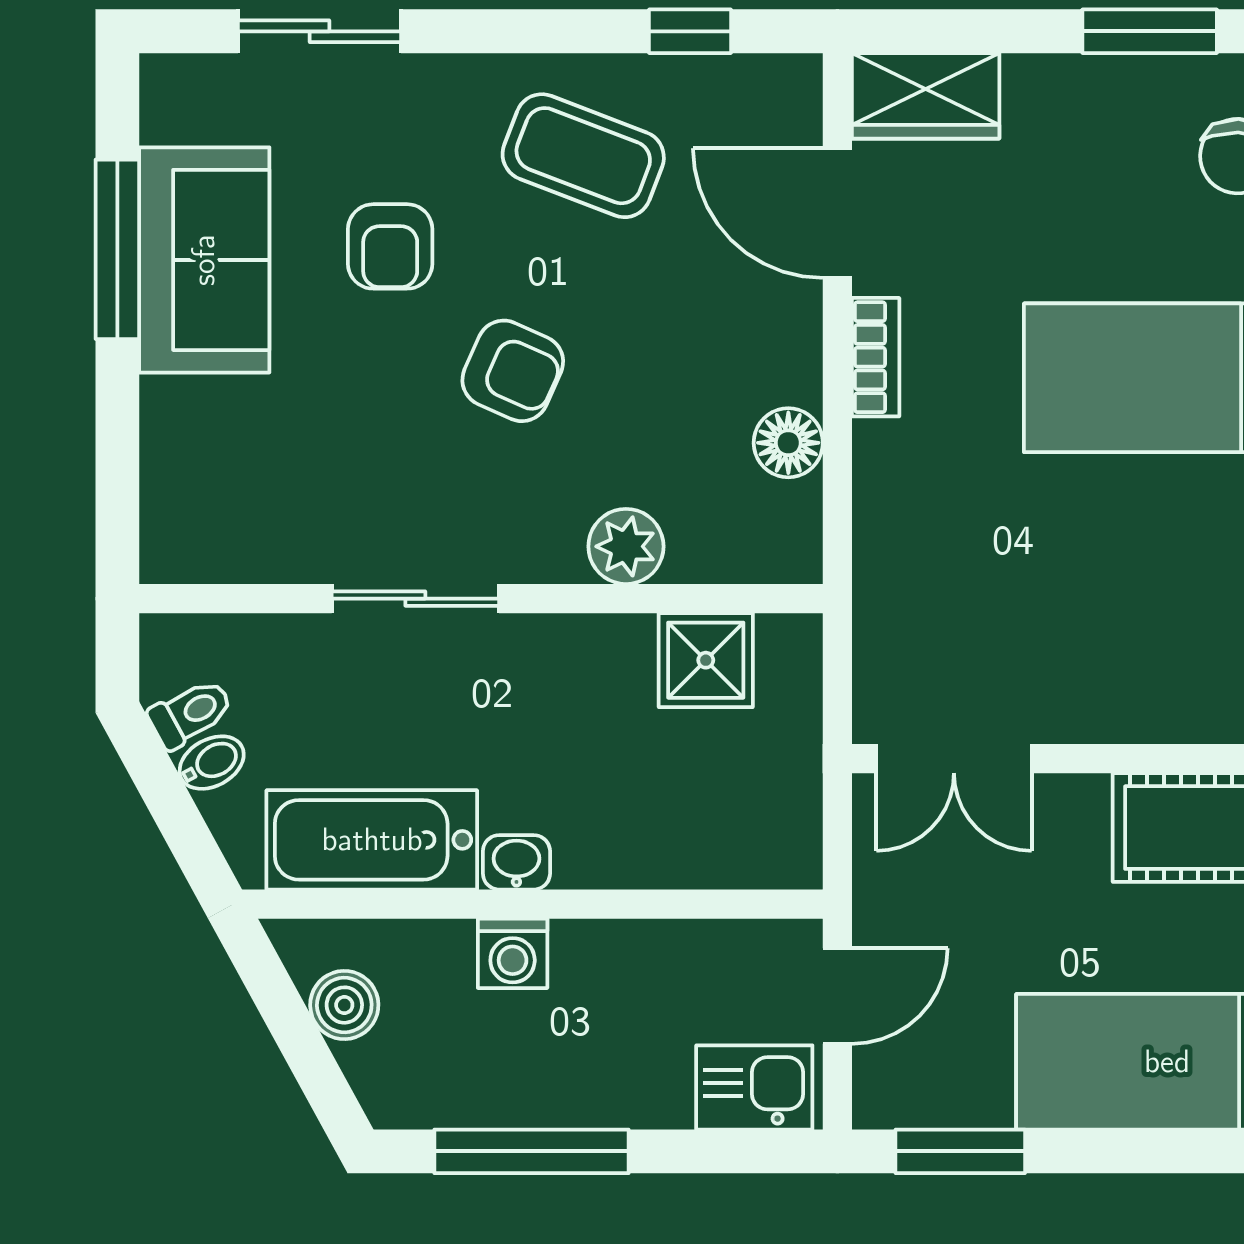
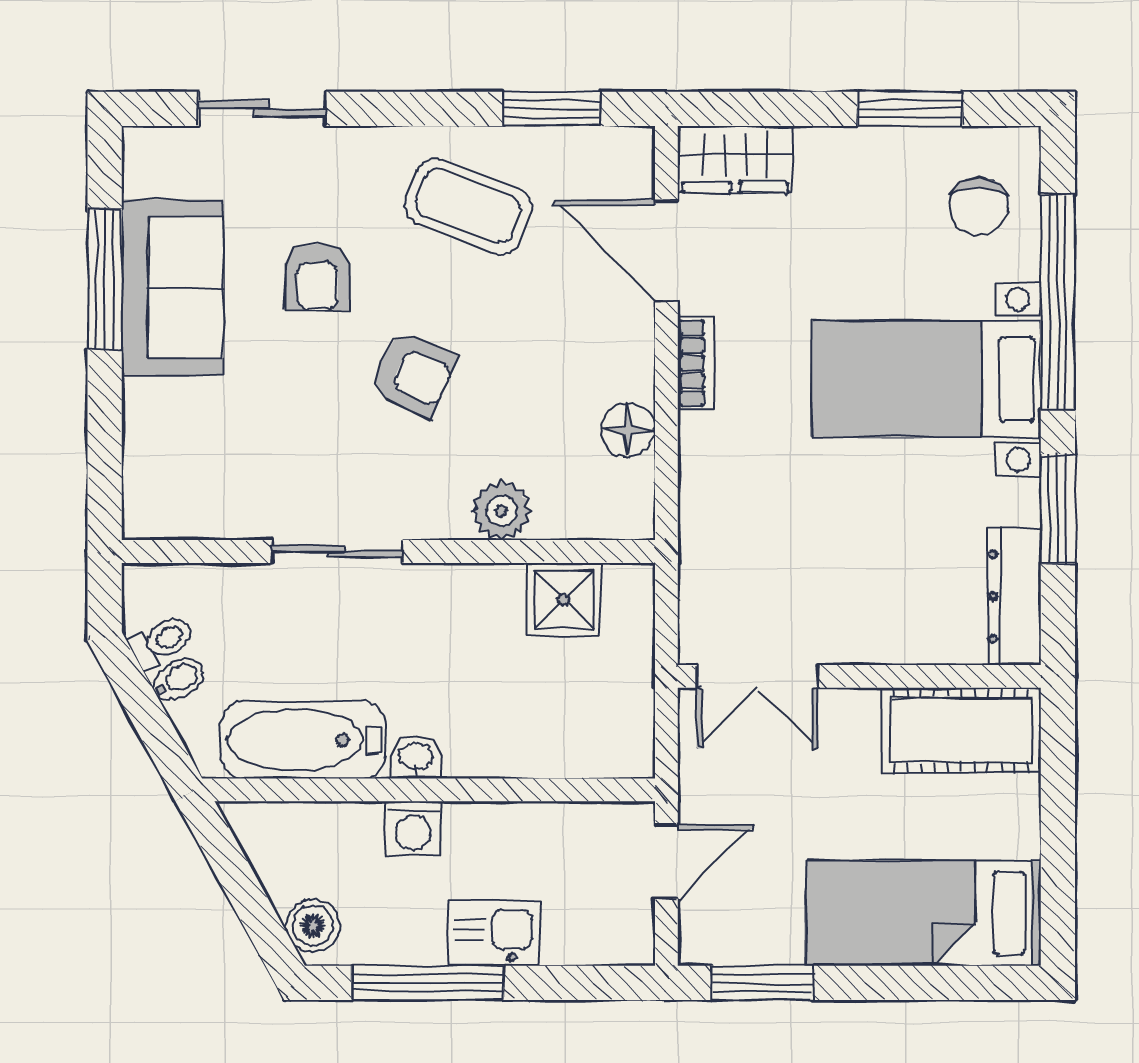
window: (690, 31) -> (551, 109), width x1.50
boiler: (344, 1005) -> (313, 926), moved
kitchen sink: (754, 1087) -> (494, 933), moved

